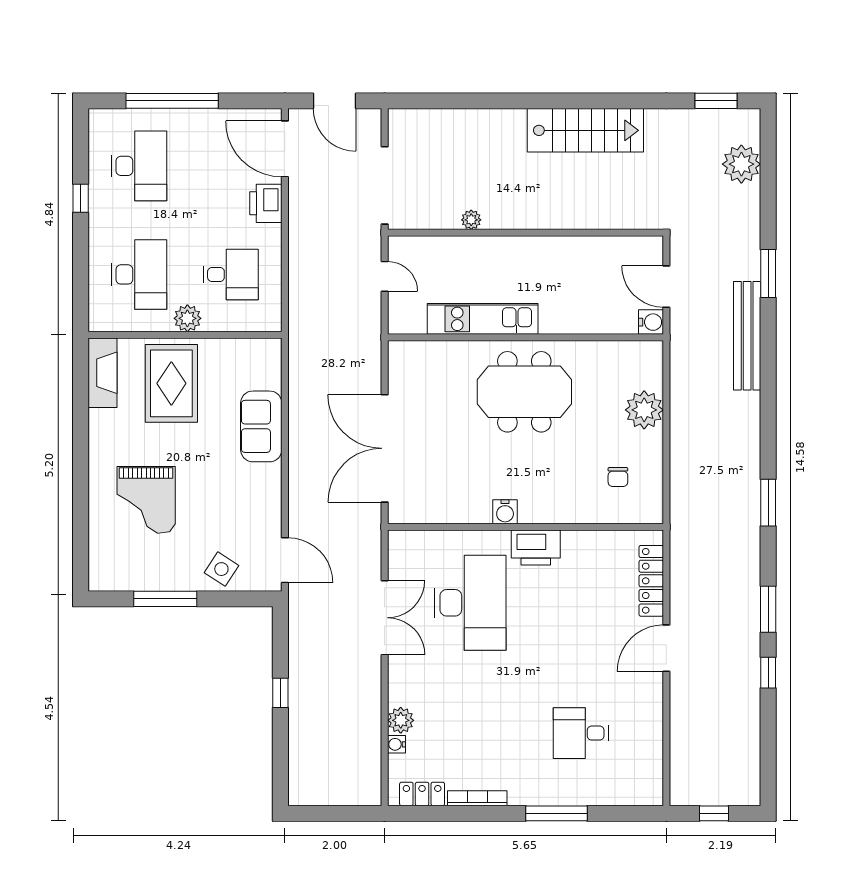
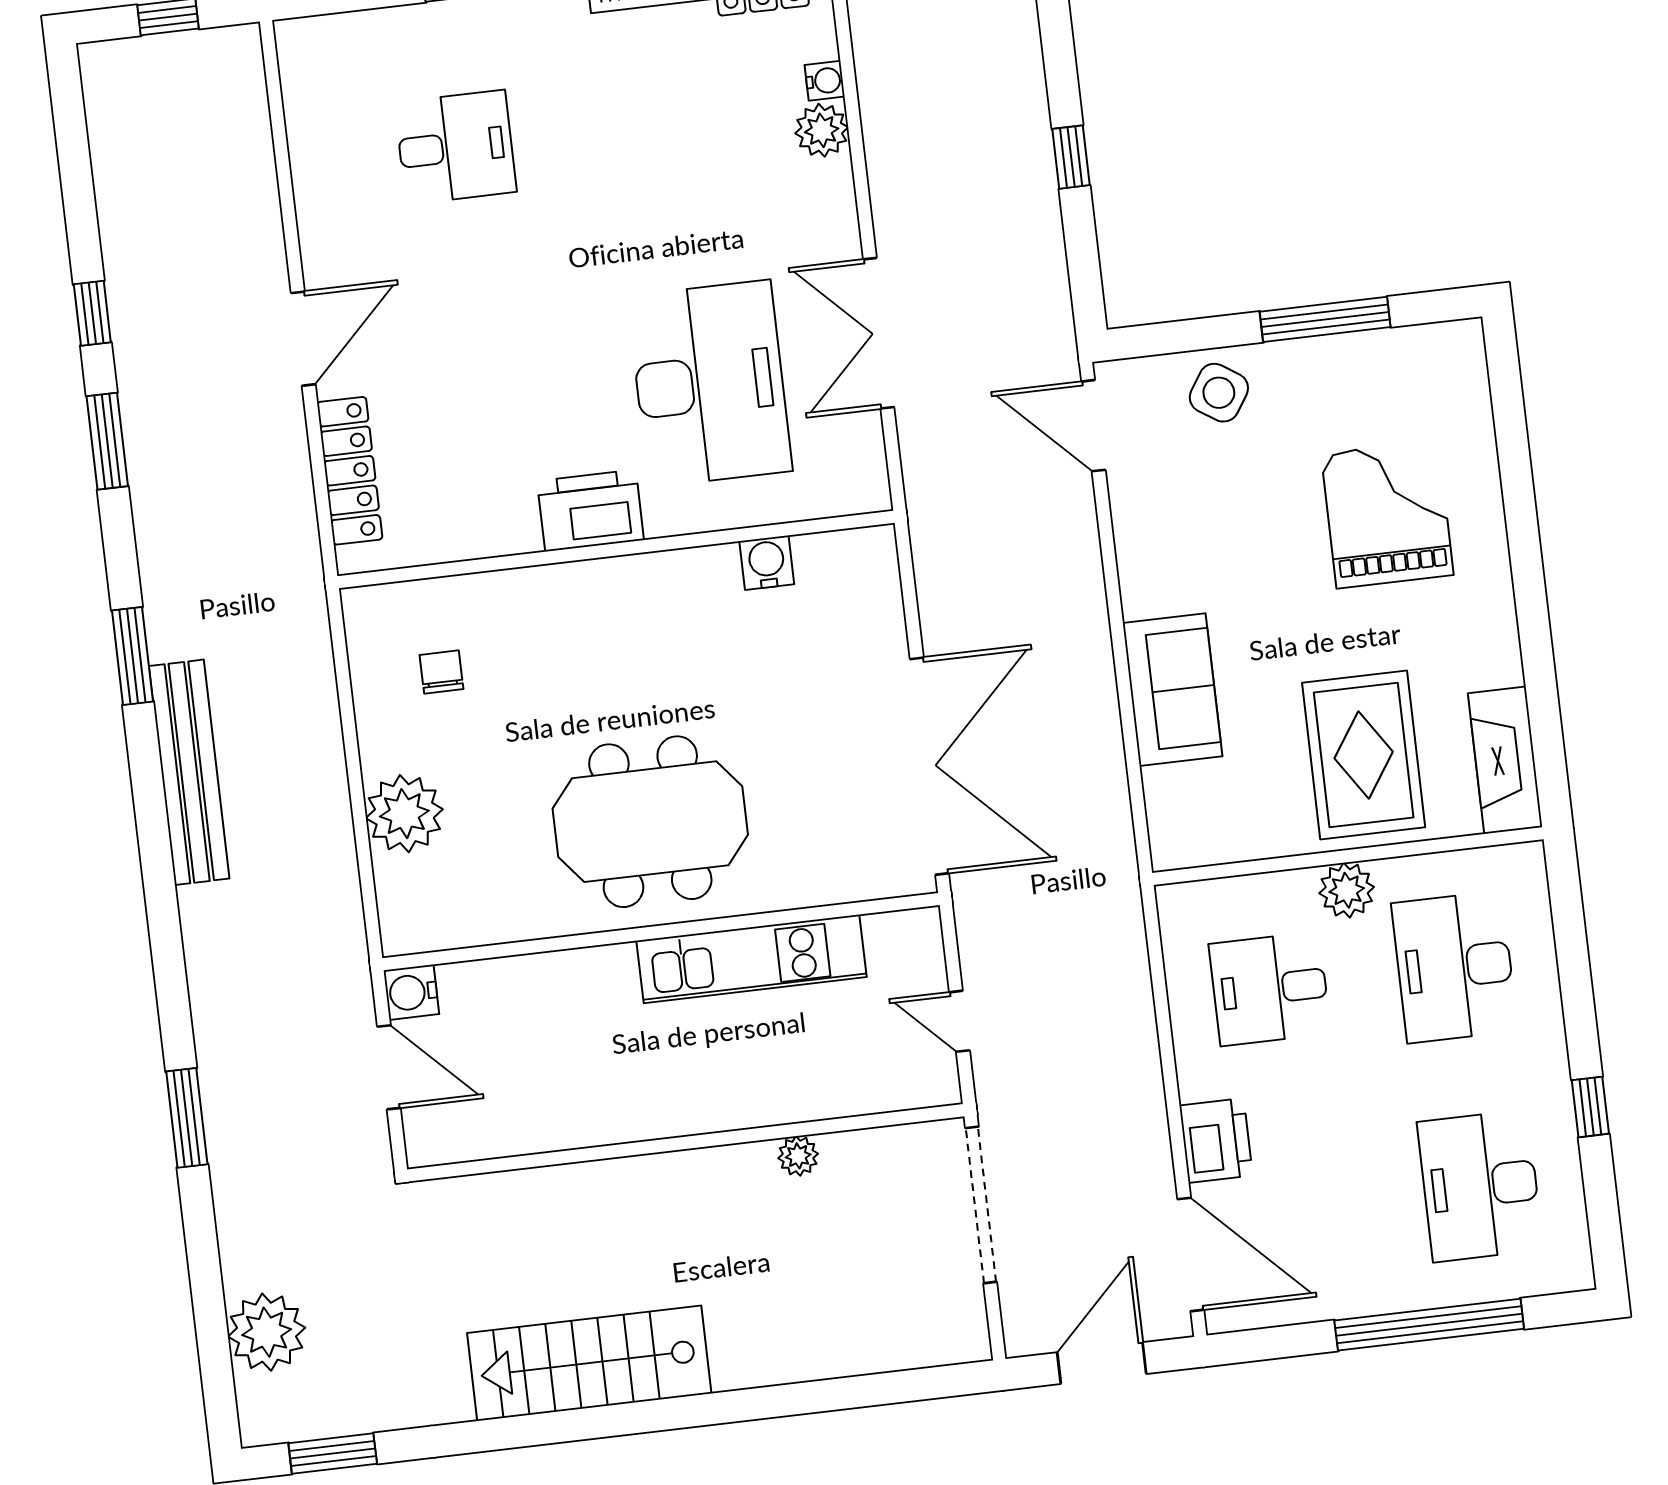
door: (335, 101) -> (1102, 1363), hinge flipped
bench: (747, 336) -> (189, 772), moved
double door: (385, 448) -> (929, 766), moved
water cooler: (505, 512) -> (767, 563), moved
desk: (470, 603) -> (710, 384), turned 180

